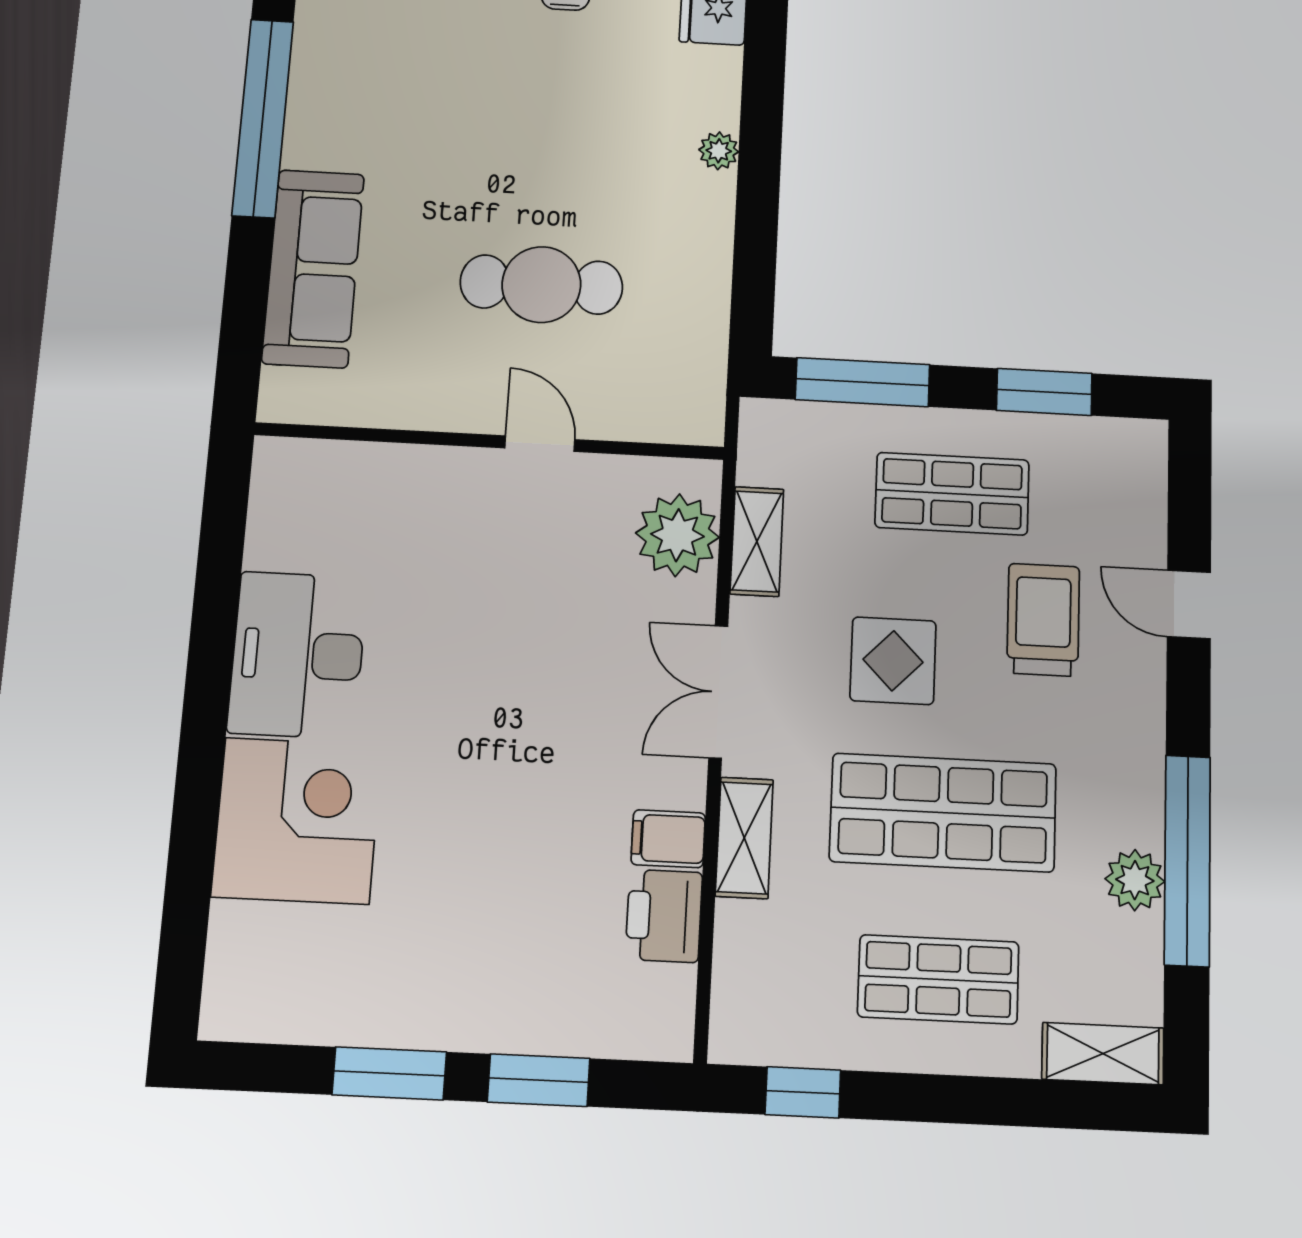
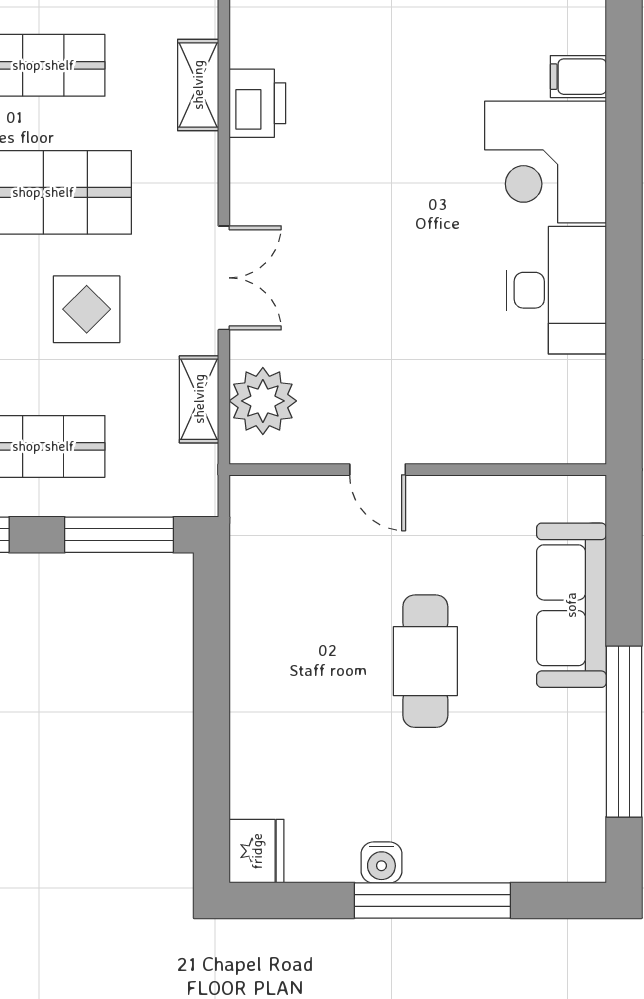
plant: (719, 151) -> (246, 725), removed
cafe table: (541, 285) -> (425, 661), moved, turned 90
shelving: (744, 838) -> (198, 85), moved
filing cabinet: (668, 839) -> (578, 77), moved, turned 180

